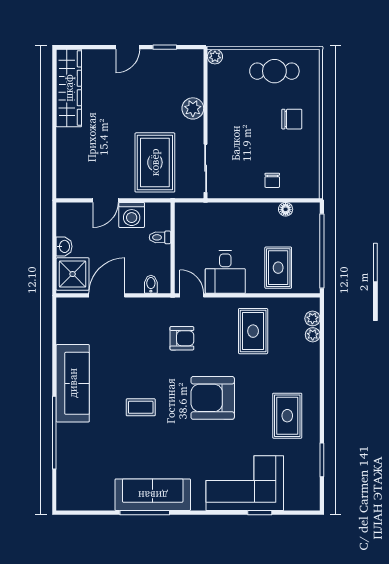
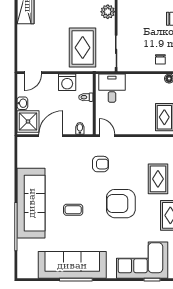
door: (105, 200) -> (33, 73), moved
desk: (225, 272) -> (112, 88), moved, turned 180
rug: (253, 331) -> (158, 179), moved
sofa: (73, 383) -> (31, 203), width x1.36, depth x1.27
sofa: (153, 495) -> (72, 265), width x1.36, depth x1.27

